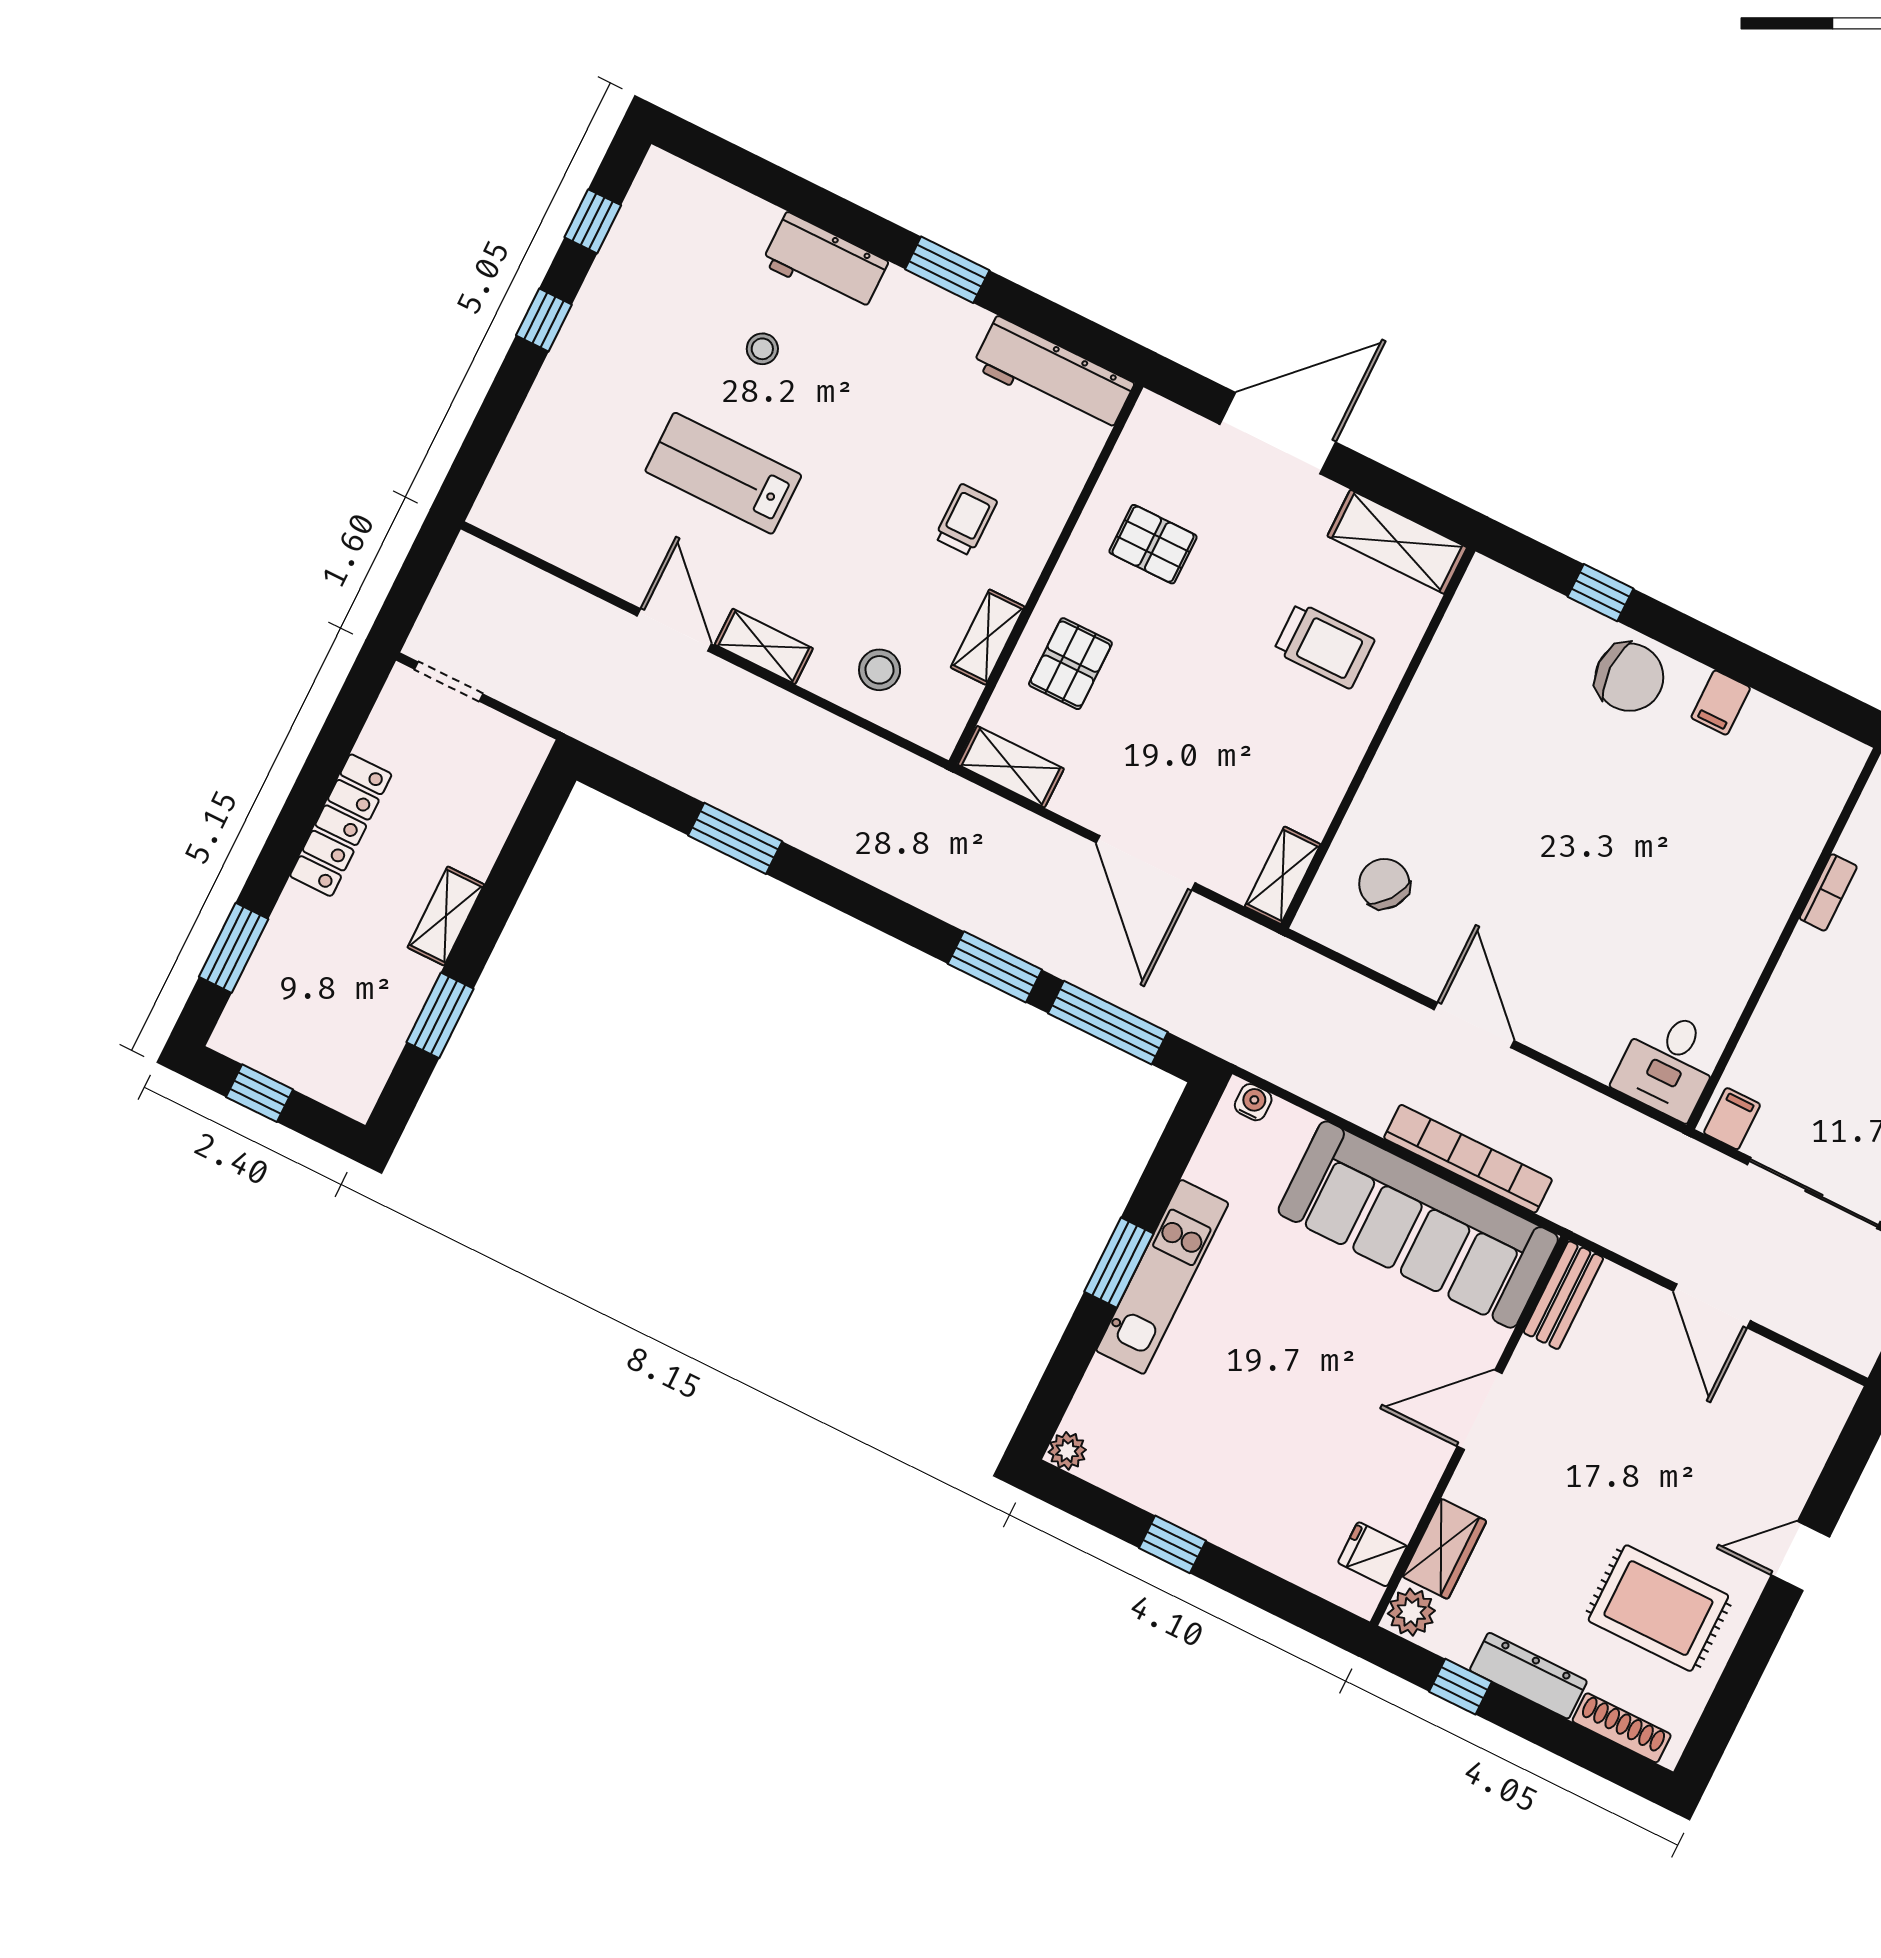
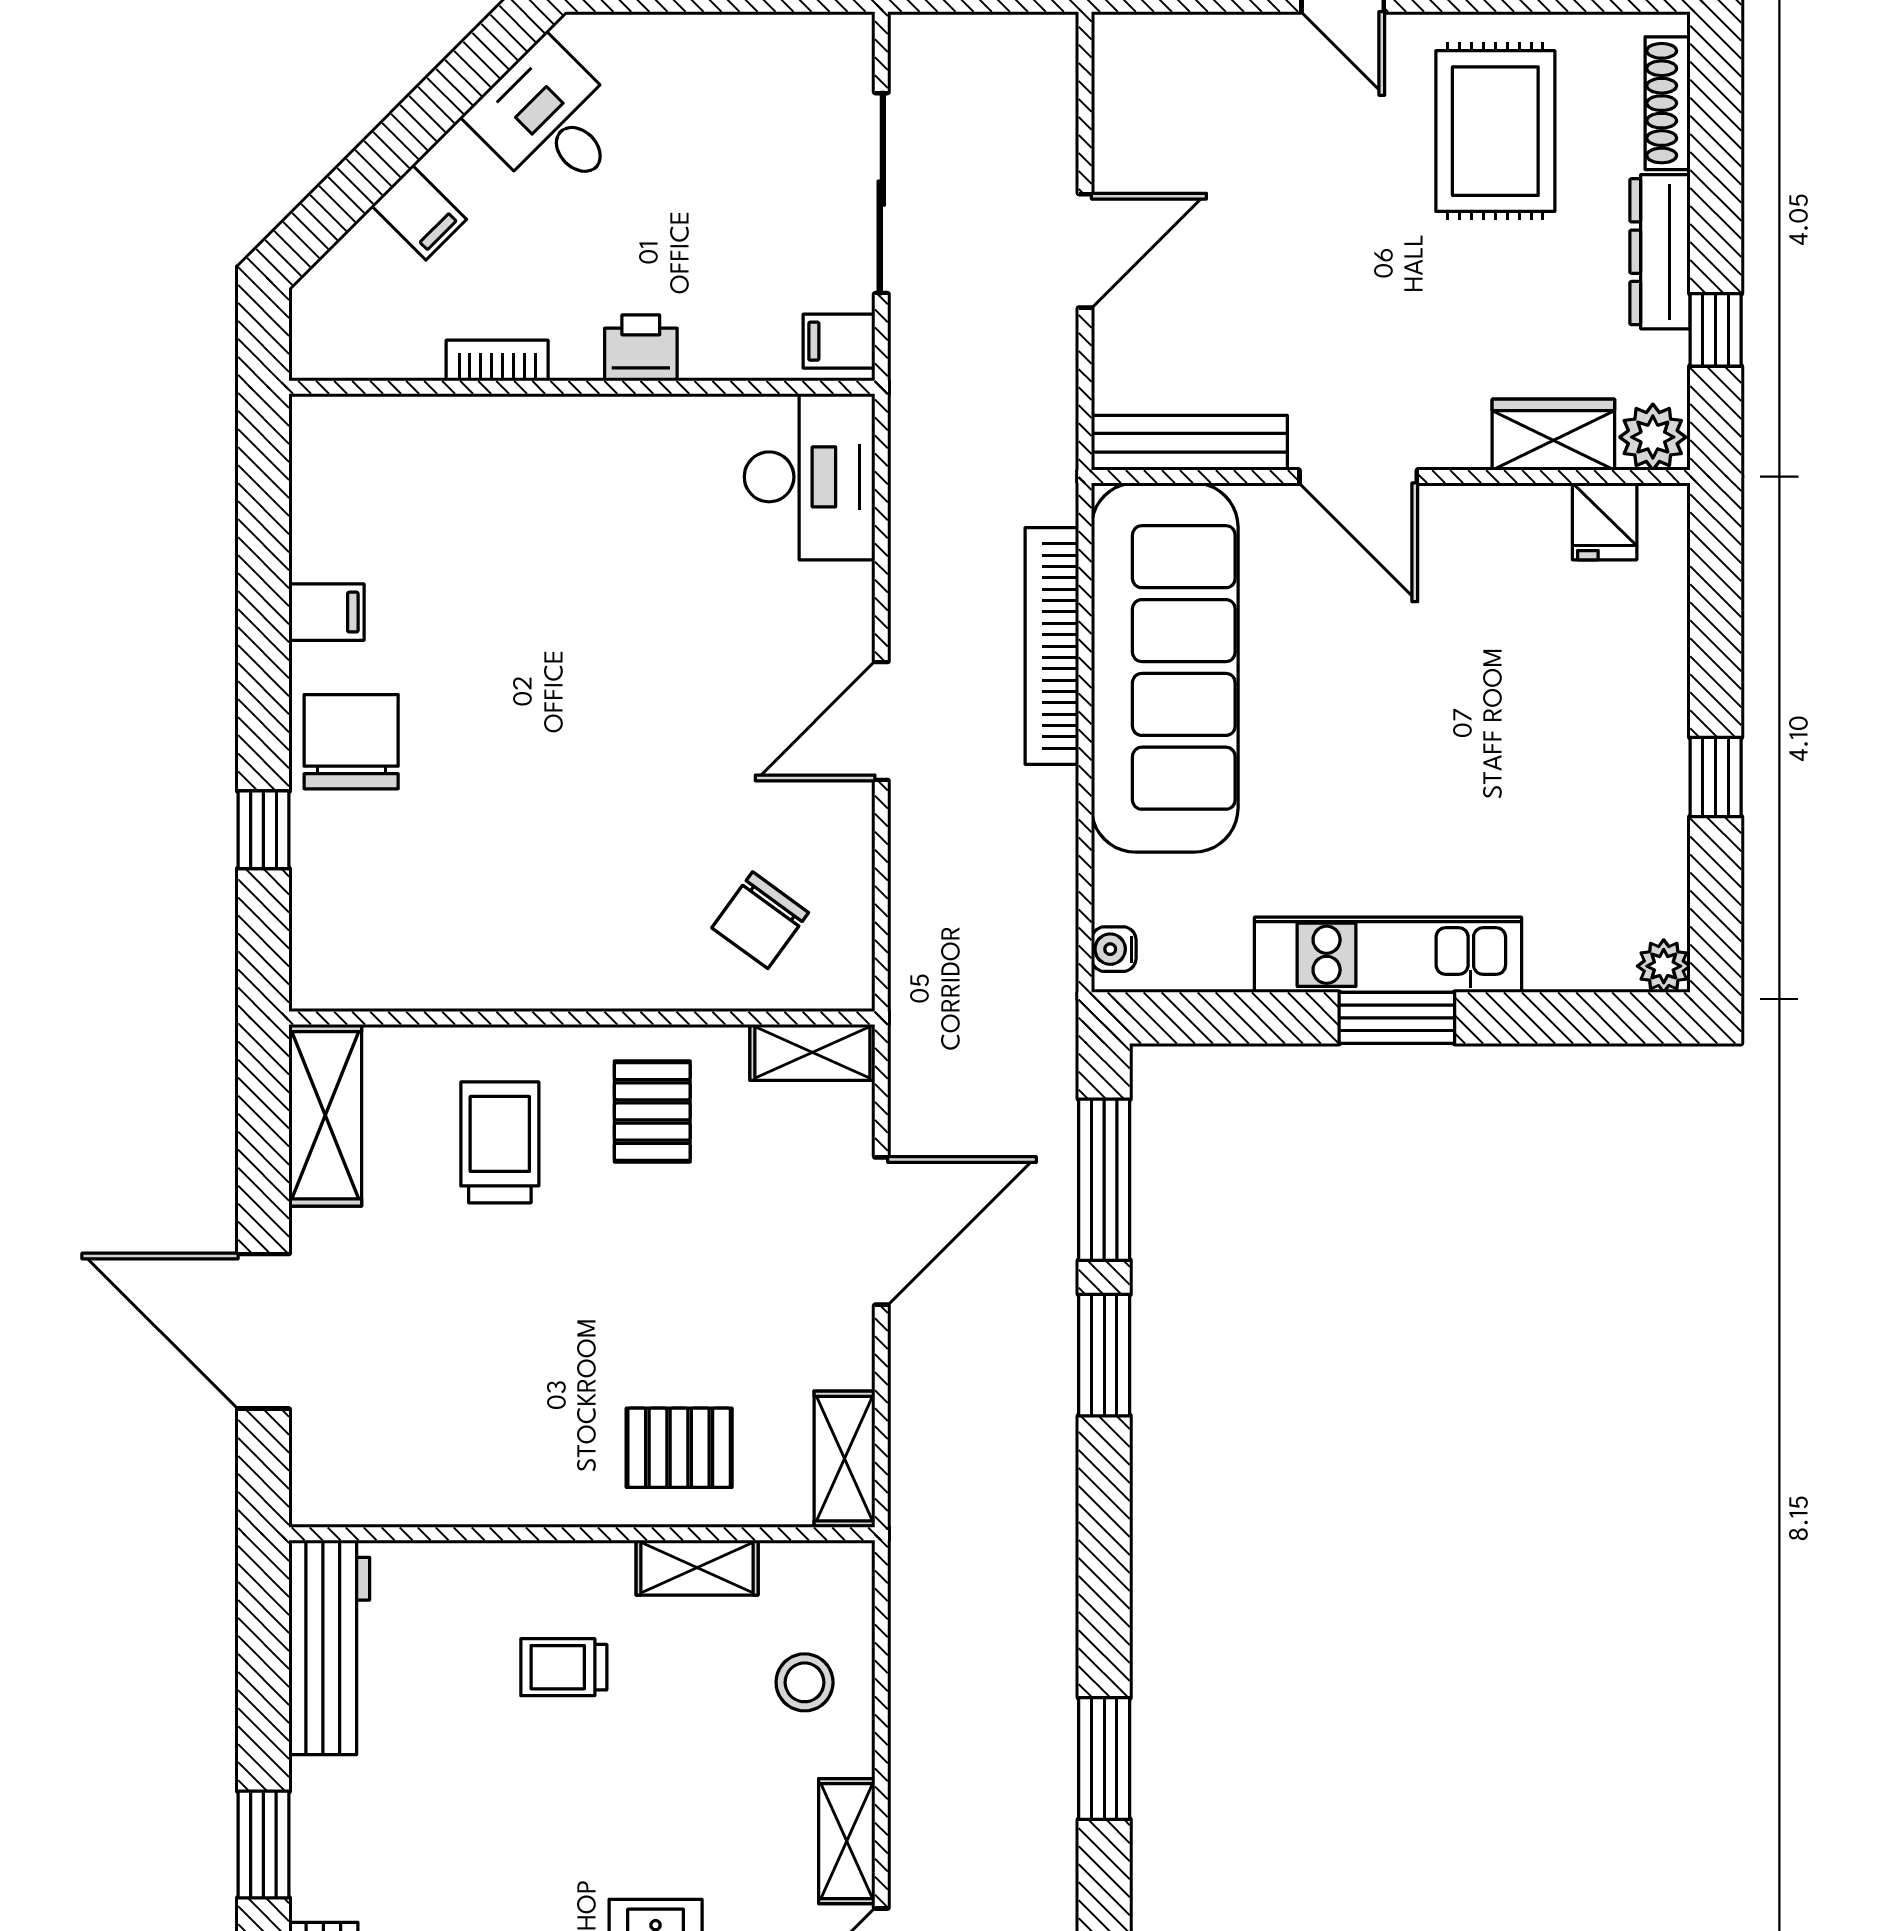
pallet: (1153, 544) -> (652, 1111), moved
printer: (1791, 989) -> (641, 348), added
desk: (1669, 1064) -> (810, 477), width x1.37
bench: (1563, 1295) -> (1189, 443), width x1.36

